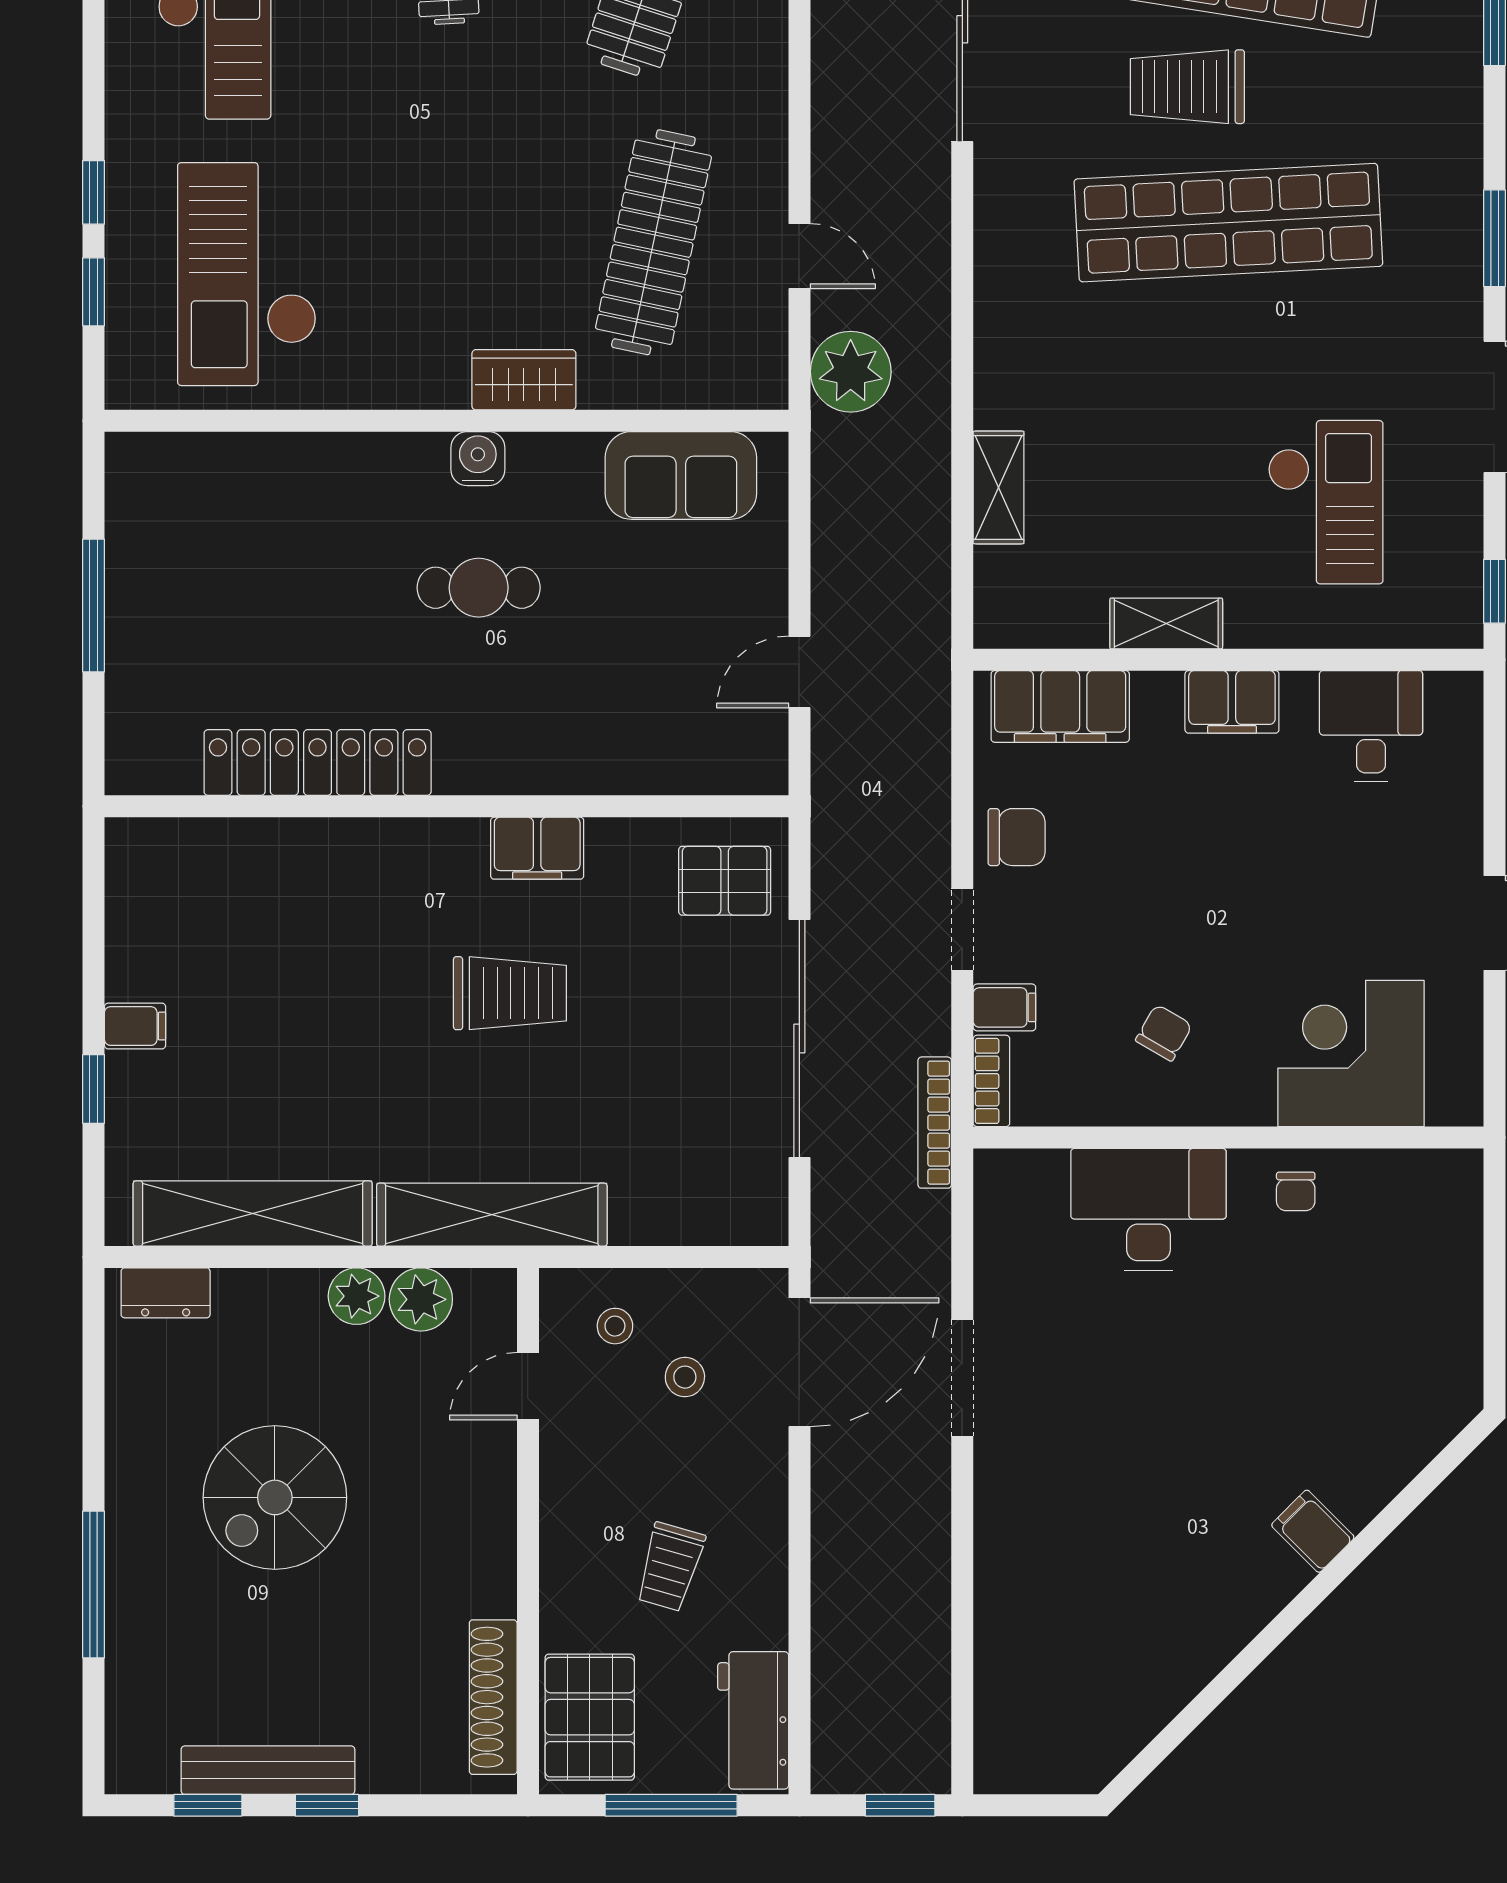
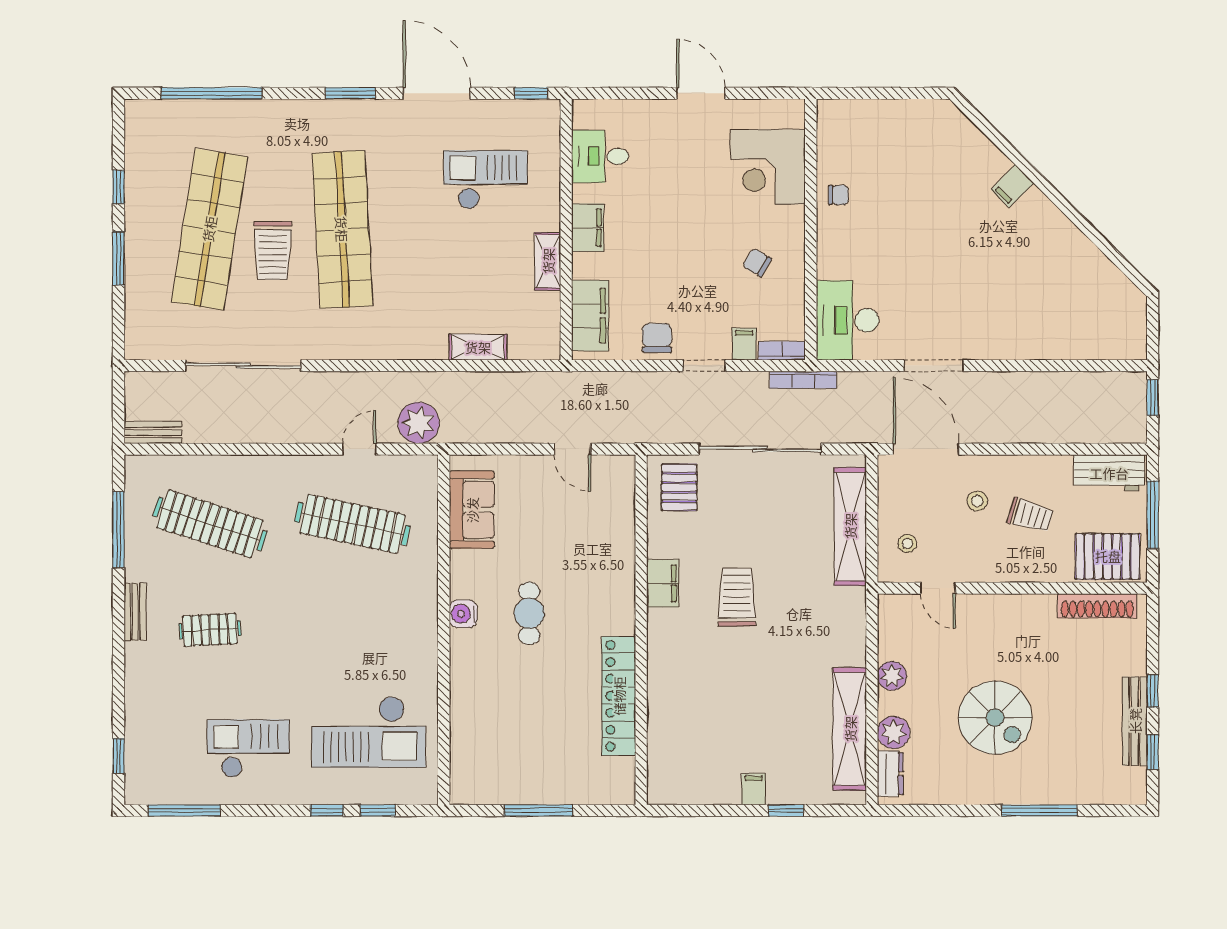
wardrobe: (524, 380) -> (423, 590), removed
desk: (1148, 1209) -> (848, 320), moved
shelving: (492, 1215) -> (850, 526), moved
plant: (421, 1299) -> (894, 732), moved
stool: (685, 1377) -> (977, 501), moved

